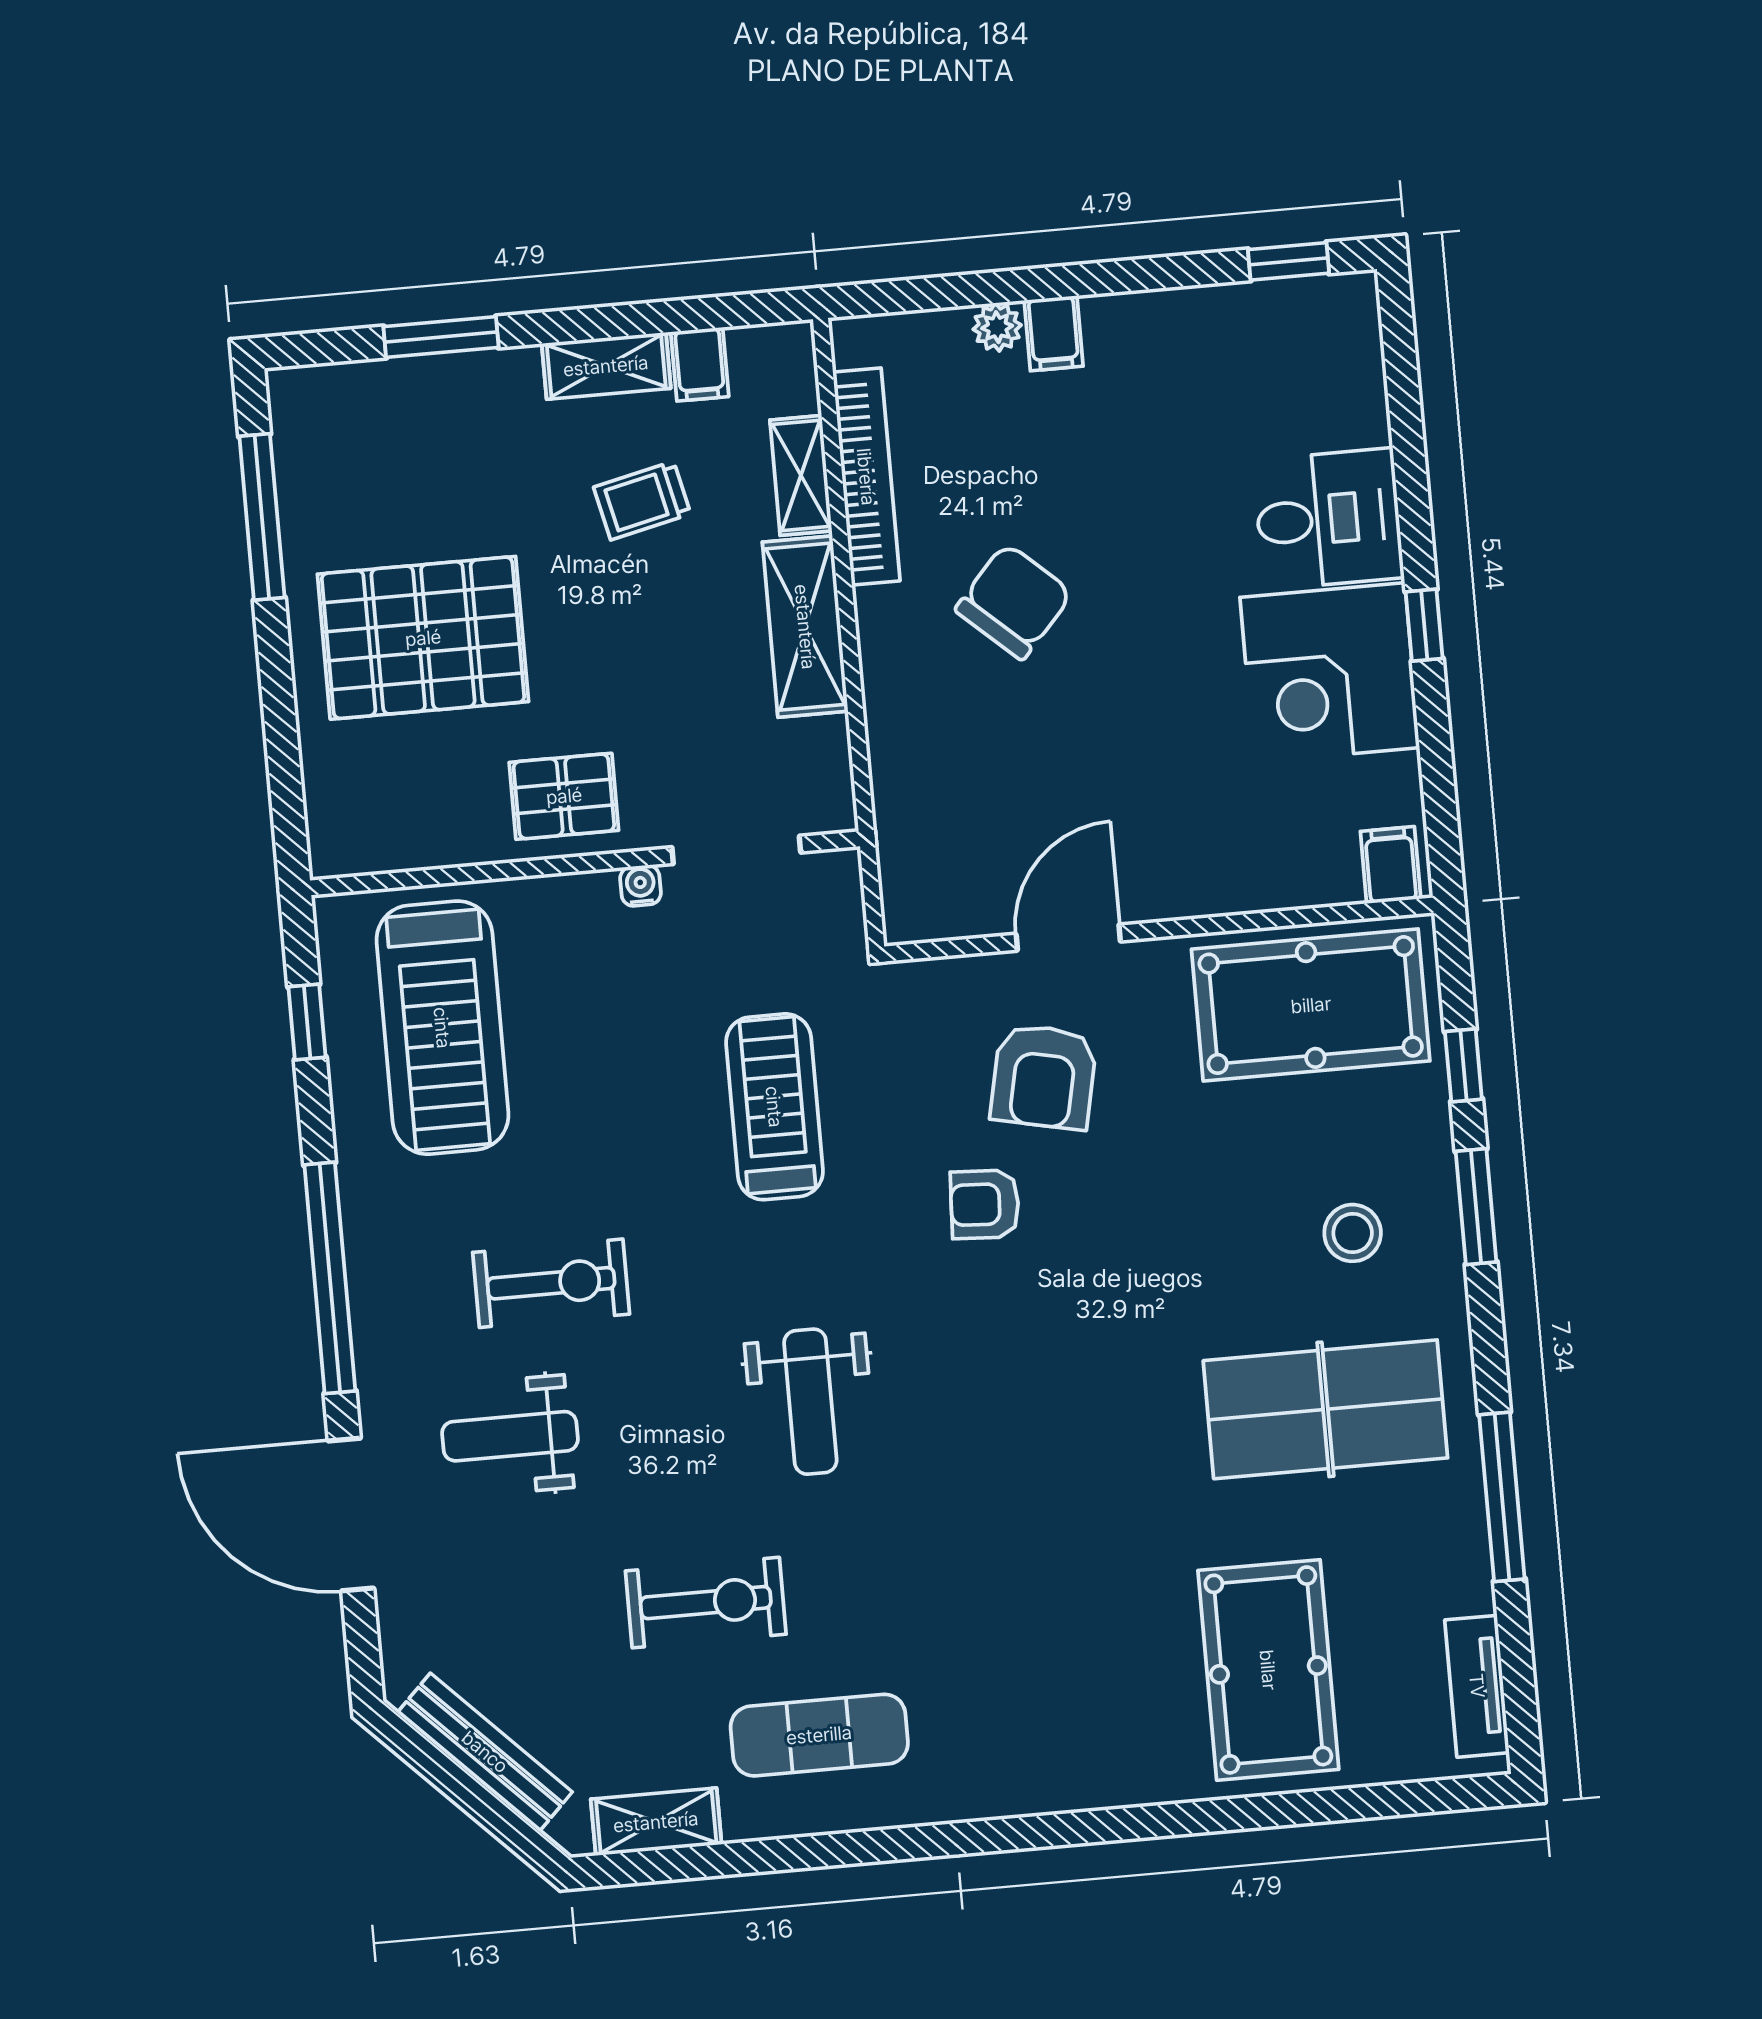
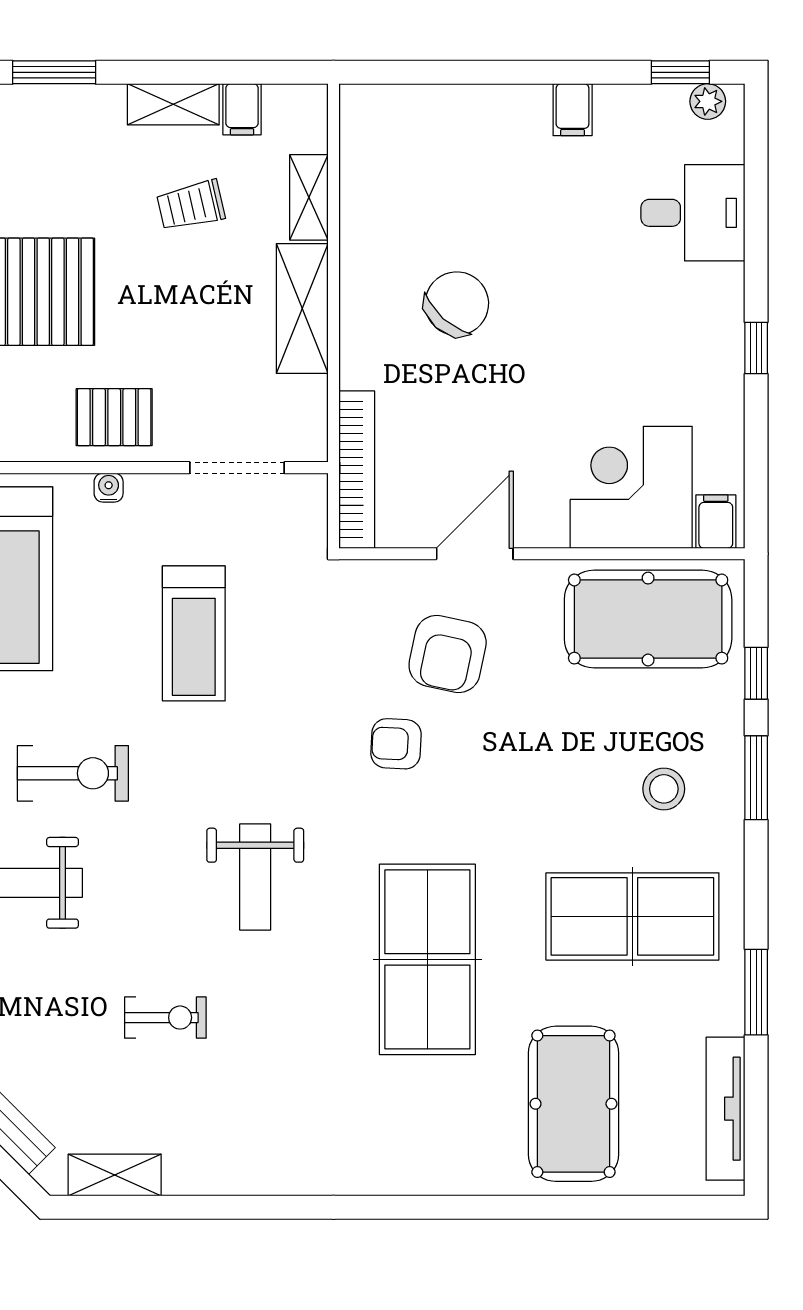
plant: (997, 327) -> (708, 101), moved
filing cabinet: (1054, 333) -> (573, 110), moved
bookcase: (866, 477) -> (357, 470), moved
desk: (1328, 519) -> (693, 213), moved
corner desk: (1330, 673) -> (631, 487), moved, turned 90
water cooler: (640, 886) -> (109, 488), moved
treadmill: (774, 1107) -> (194, 633), moved, turned 180
table tennis table: (1053, 1492) -> (427, 959), added
window: (1502, 1497) -> (756, 992), width x0.69
exercise bike: (706, 1603) -> (165, 1018), width x0.73, depth x0.72
tv unit: (1477, 1686) -> (725, 1109), width x1.41
exercise mat: (819, 1735) -> (240, 1122), removed

